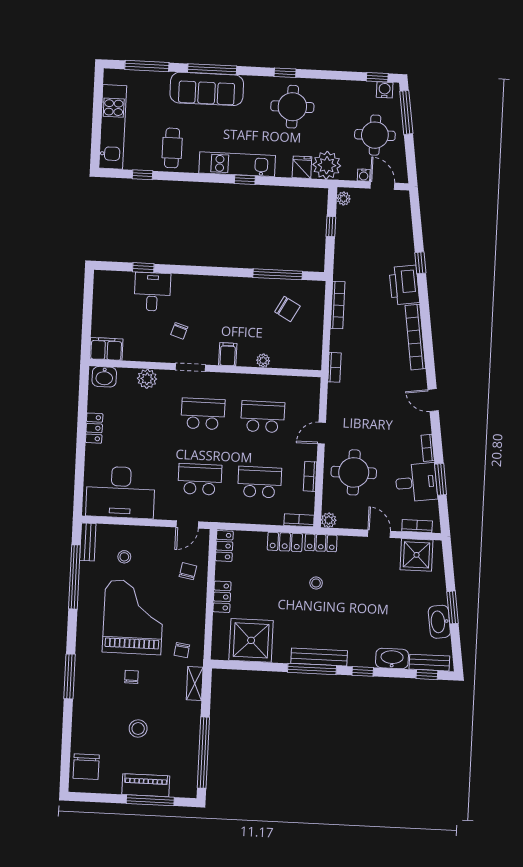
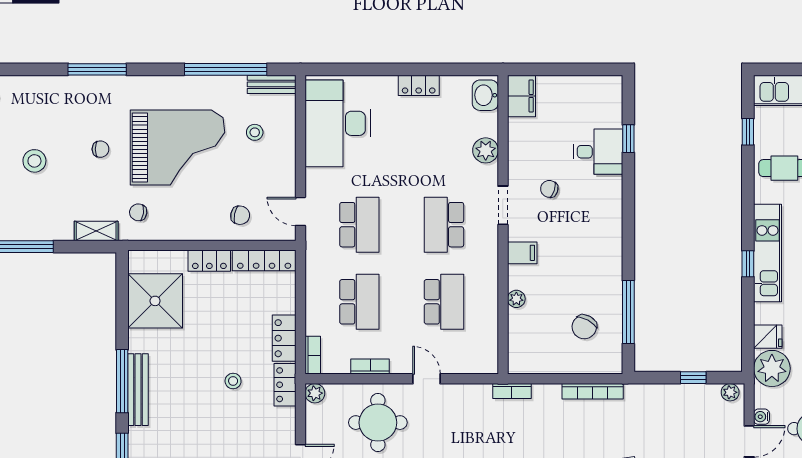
school desk: (203, 414) -> (444, 225), turned 180
locker: (224, 546) -> (264, 260), width x1.53

